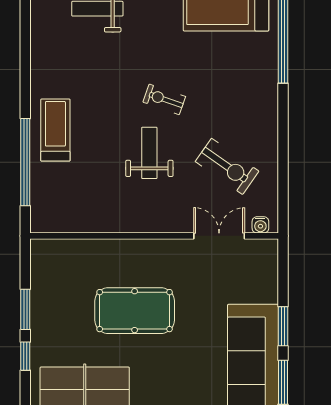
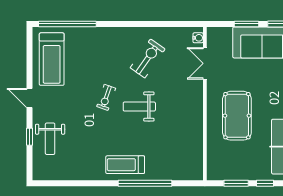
water cooler: (260, 225) -> (198, 38), moved
wall: (154, 236) -> (205, 104), moved
double door: (219, 236) -> (205, 63), moved

